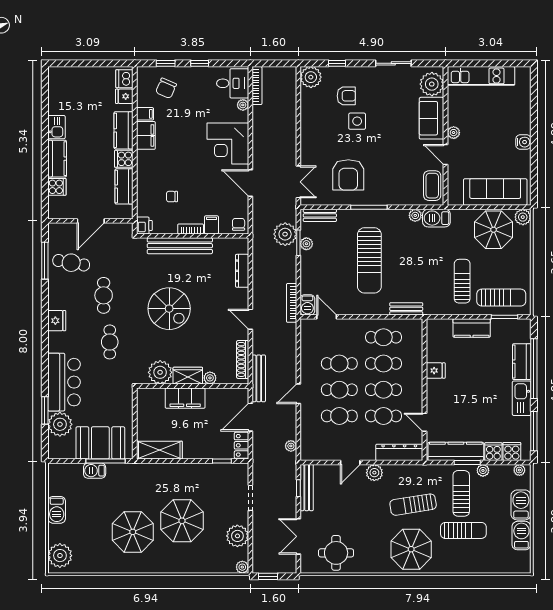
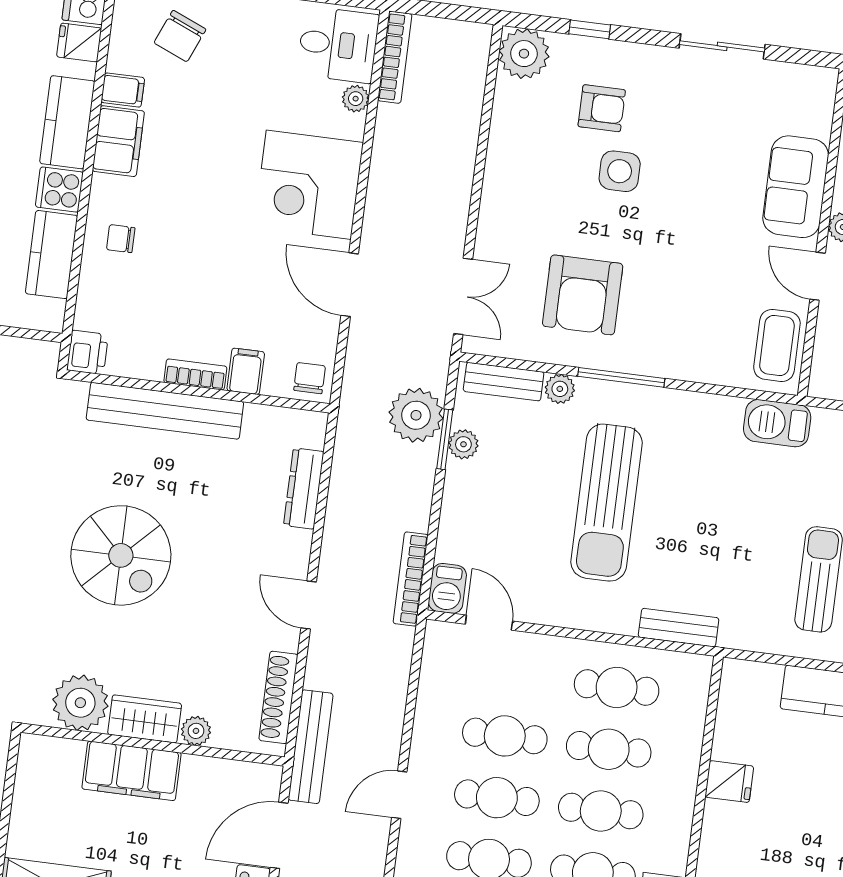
plant: (432, 84) -> (806, 106), removed
chair: (172, 197) -> (121, 239), moved
plant: (415, 215) -> (560, 389), moved

